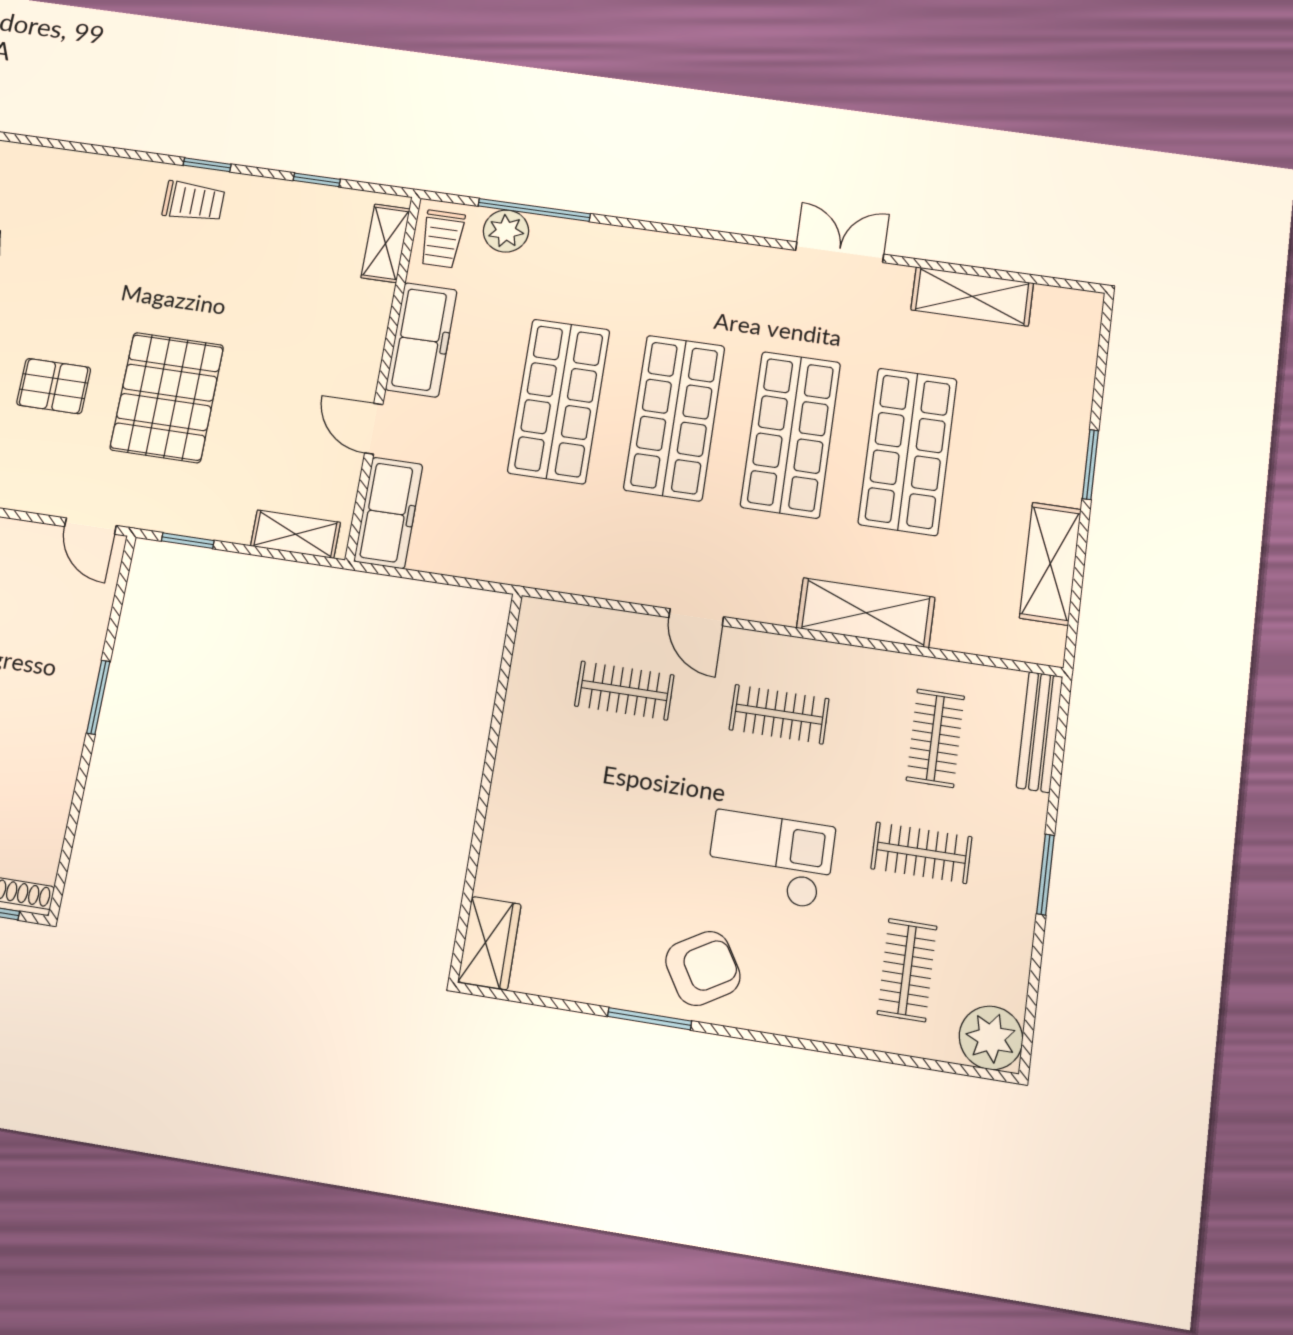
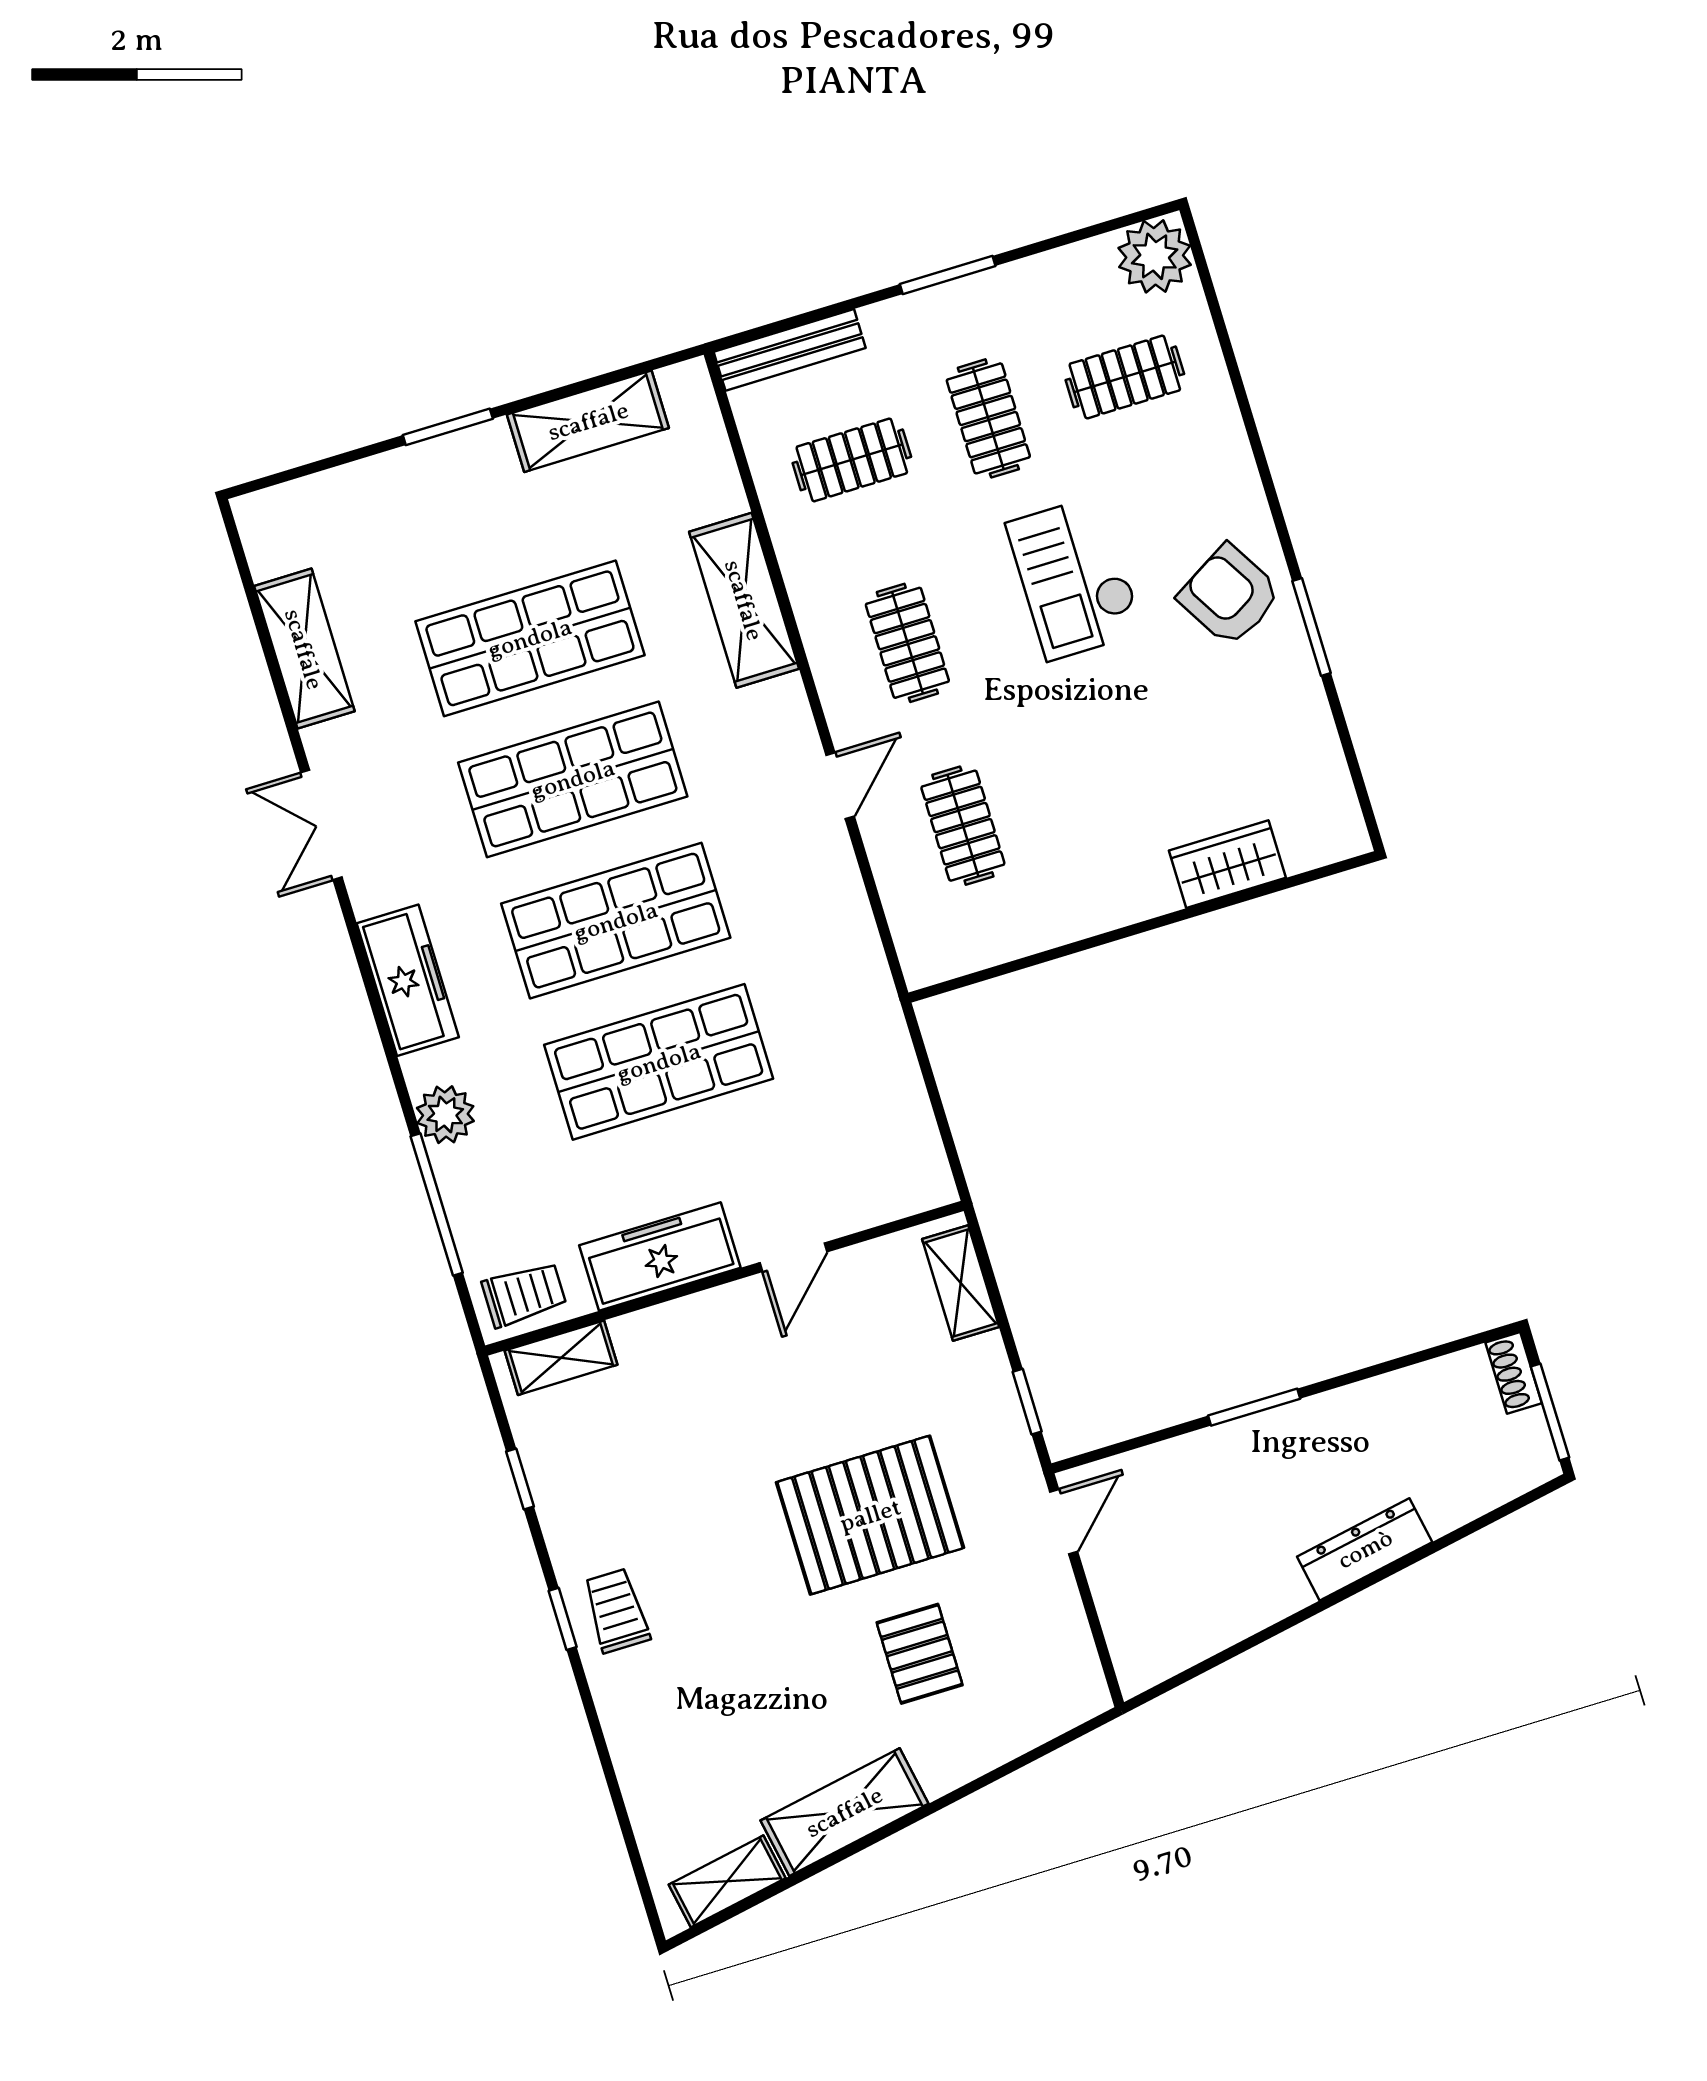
plant: (506, 231) -> (445, 1115), moved
freezer: (388, 513) -> (408, 980), moved, turned 90
wardrobe: (489, 943) -> (1227, 864), moved

